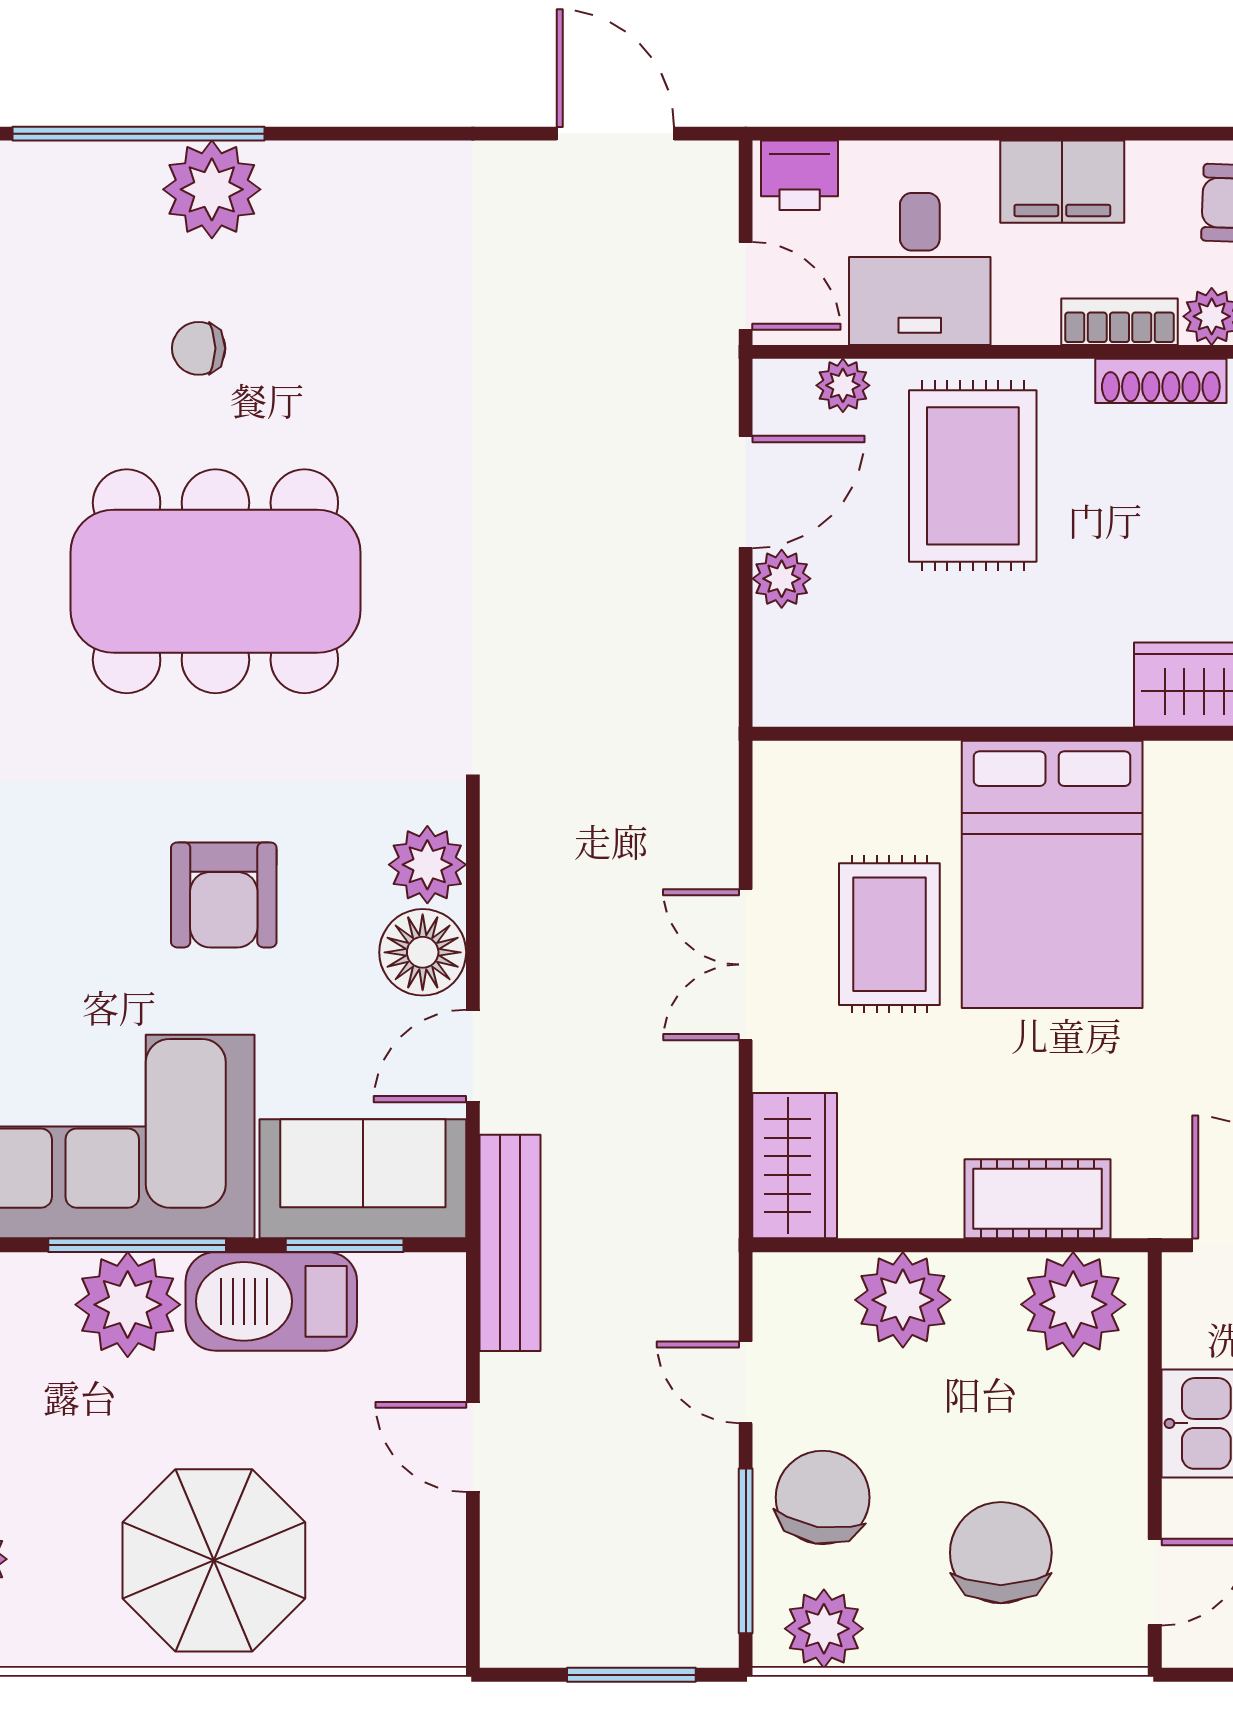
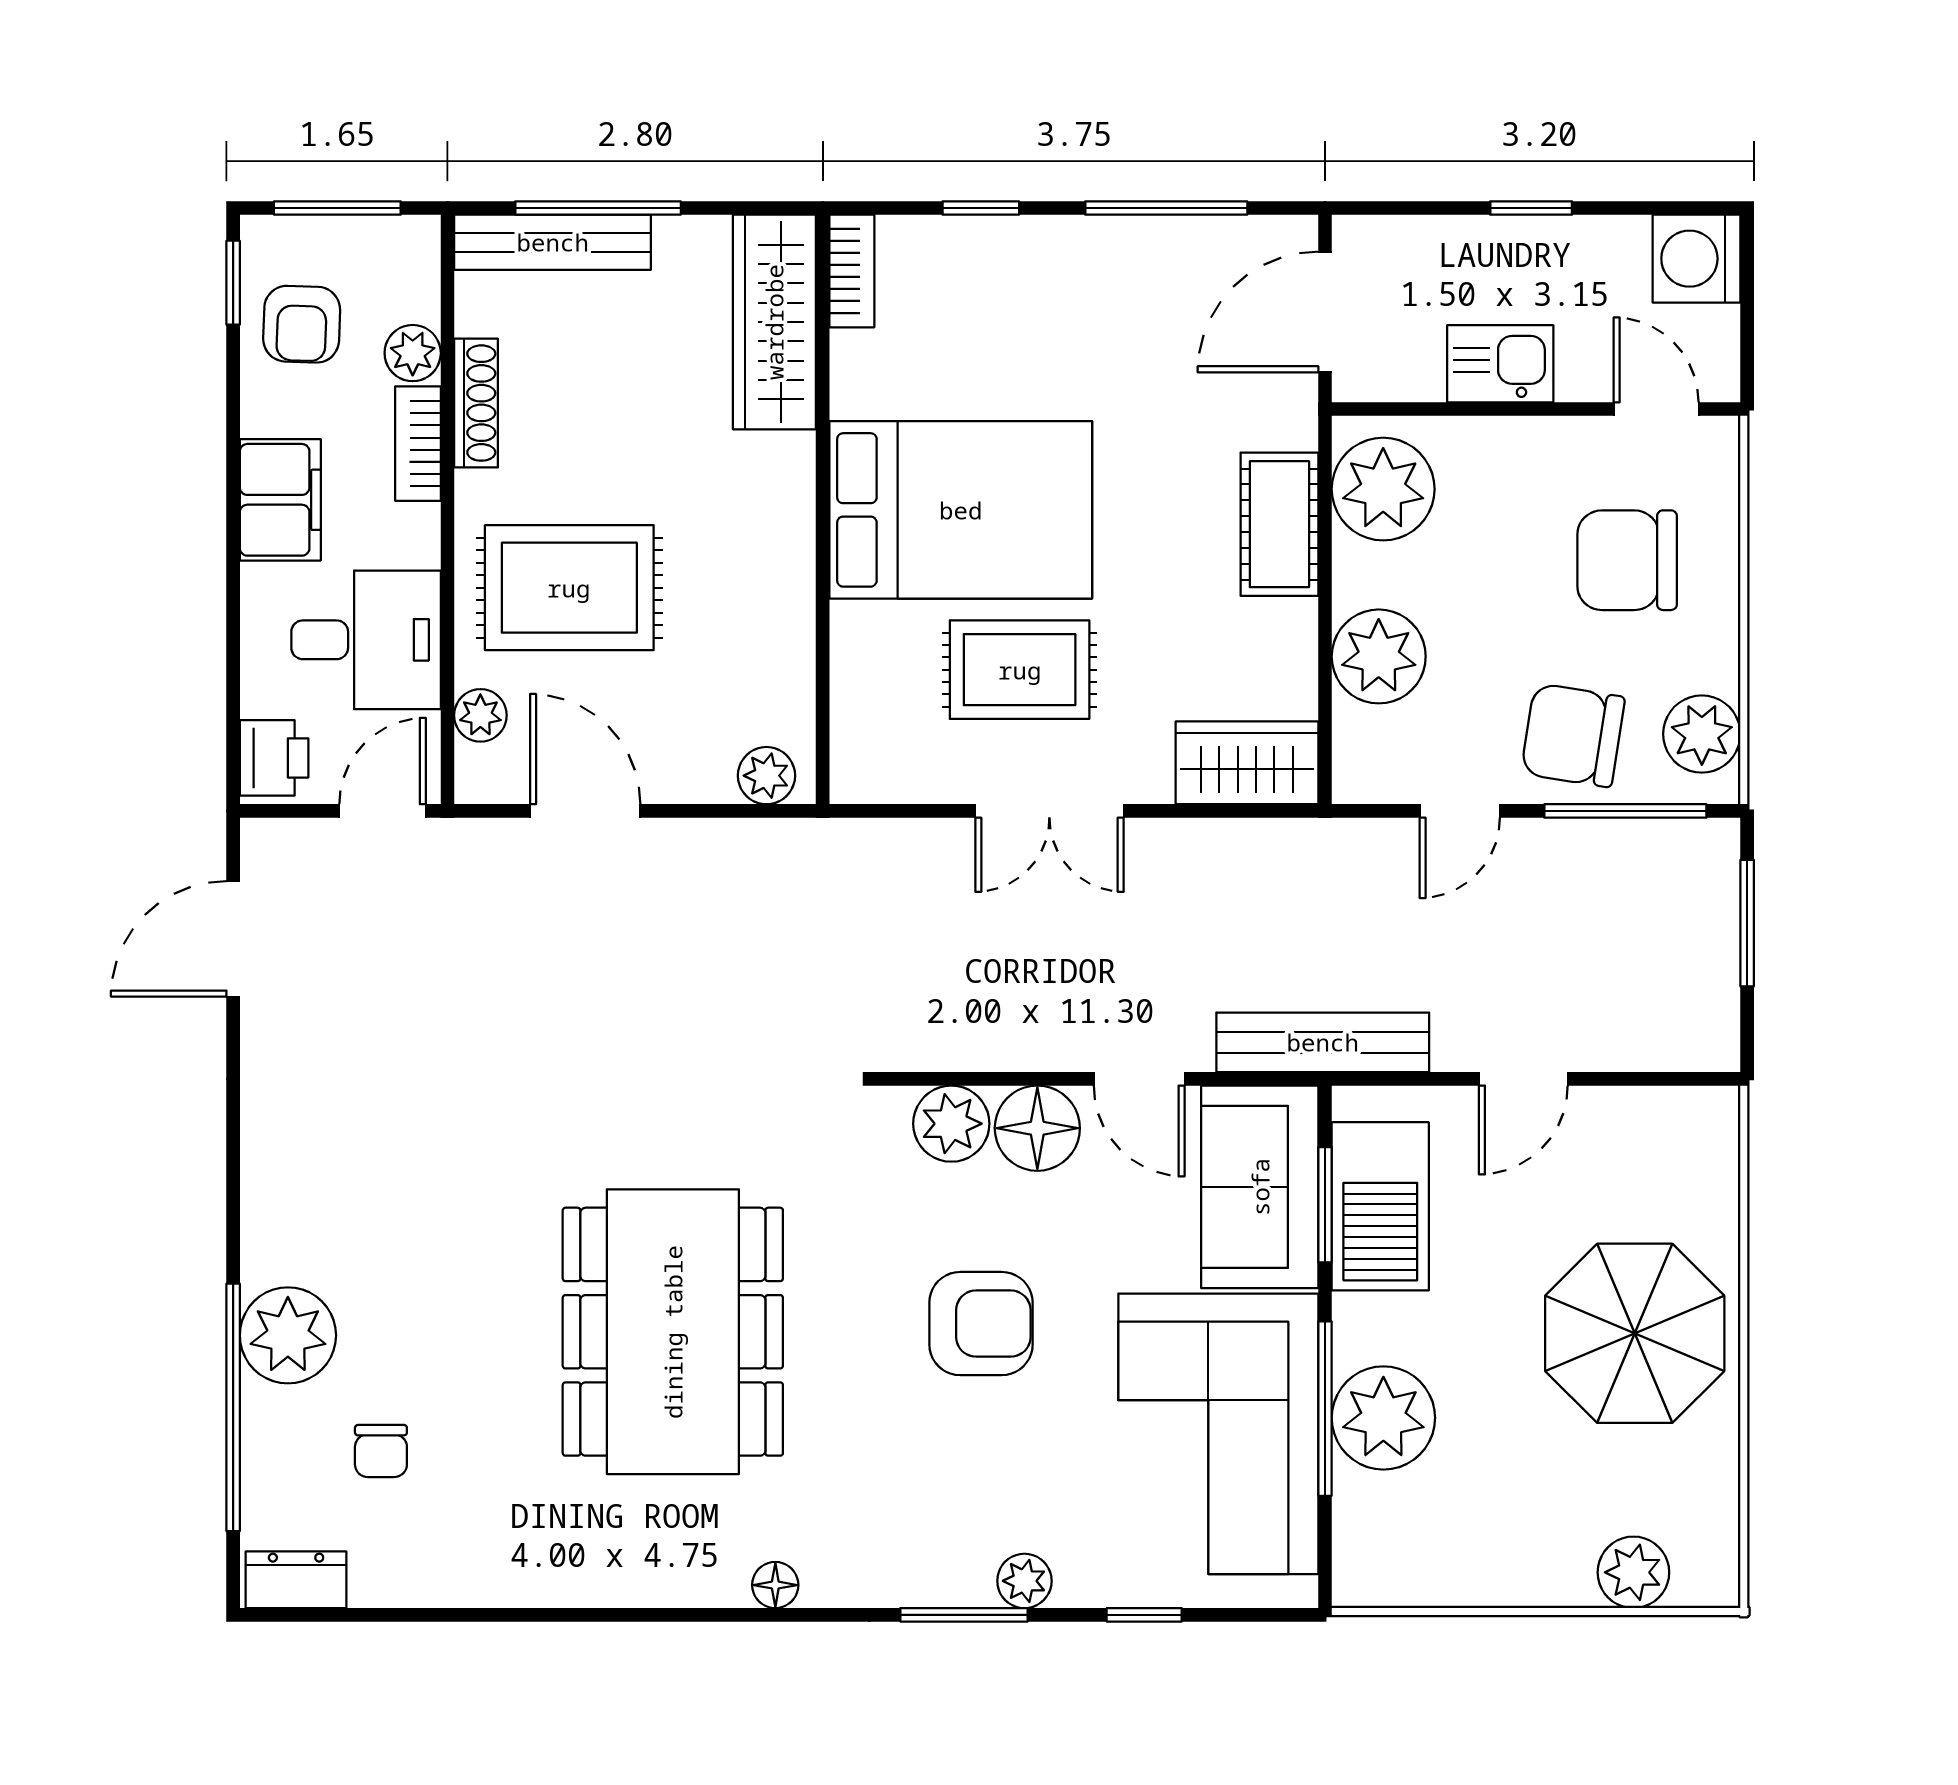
chair: (199, 348) -> (381, 1451), moved
plant: (782, 579) -> (766, 776), moved
barbecue: (271, 1301) -> (1380, 1206), moved

